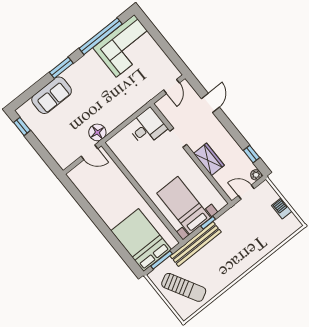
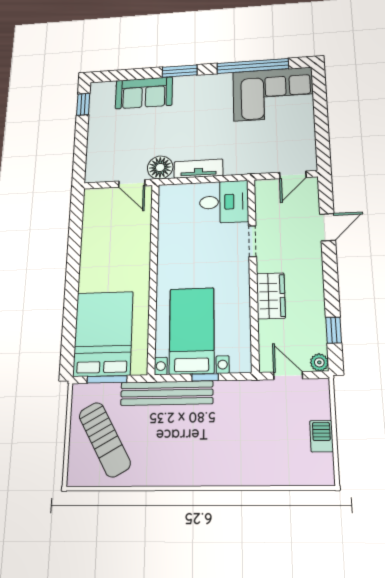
tv unit: (119, 118) -> (198, 169), added

